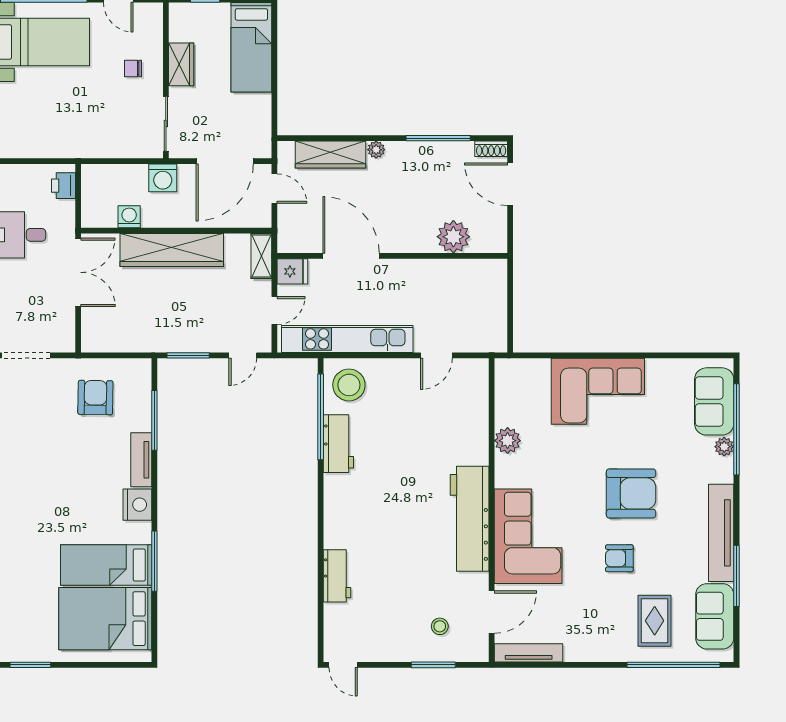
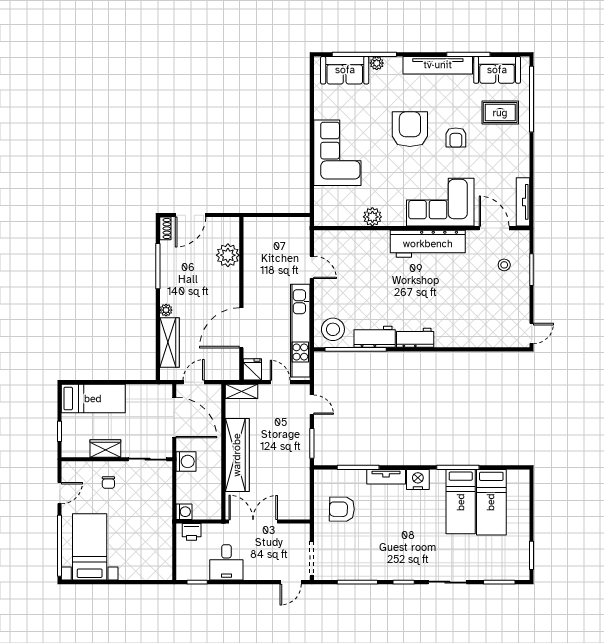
washing machine: (129, 217) -> (184, 512), moved, turned 180
workbench: (337, 576) -> (415, 338), moved
bed: (105, 619) -> (491, 502), width x0.67

